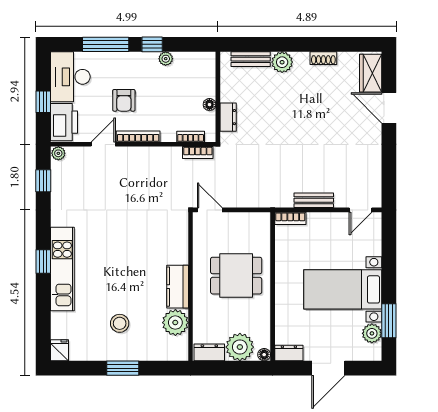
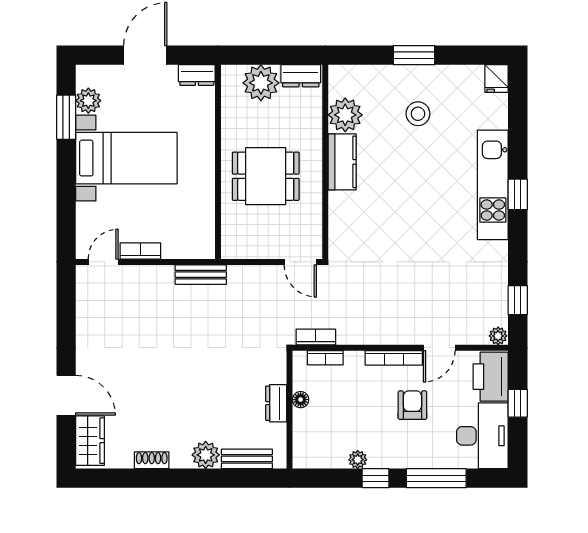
dresser: (228, 117) -> (276, 403), moved
bench: (314, 200) -> (201, 275), moved
bookcase: (290, 218) -> (140, 251), moved
floor lamp: (264, 355) -> (229, 73), removed

